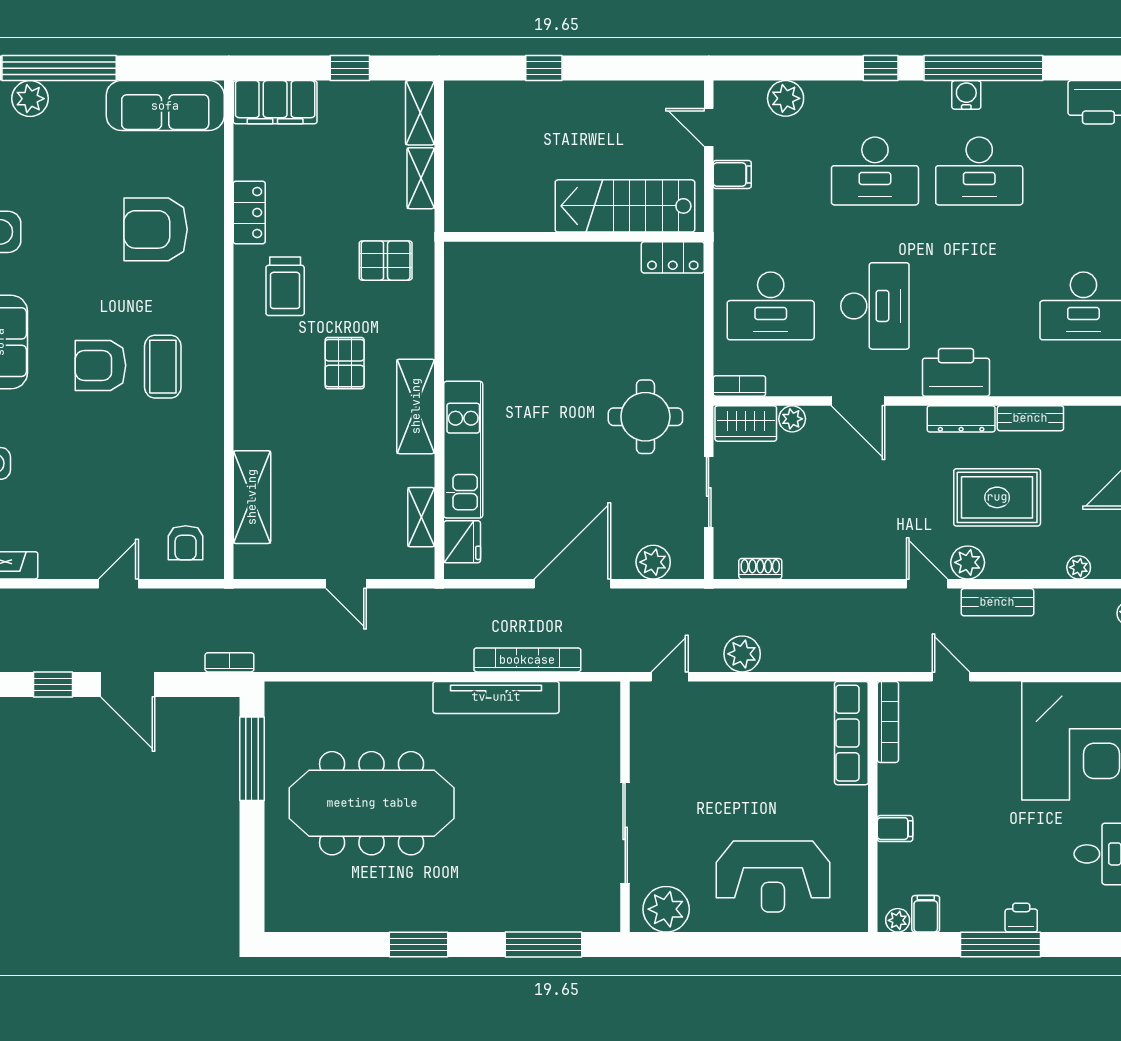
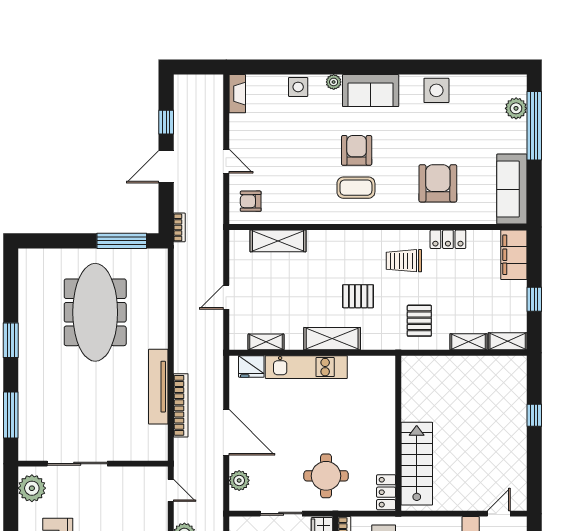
stairs: (625, 206) -> (417, 464), moved
wall: (574, 237) -> (398, 433), moved
locker: (673, 257) -> (386, 492), moved

